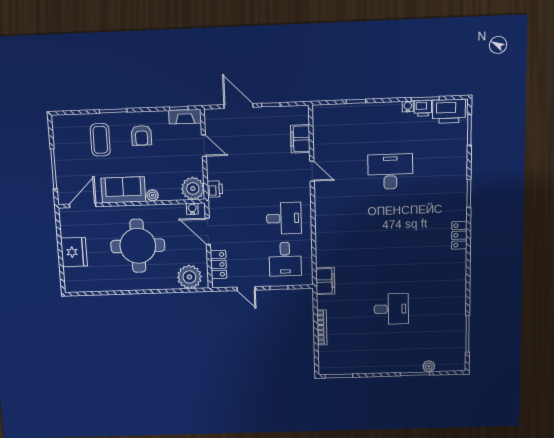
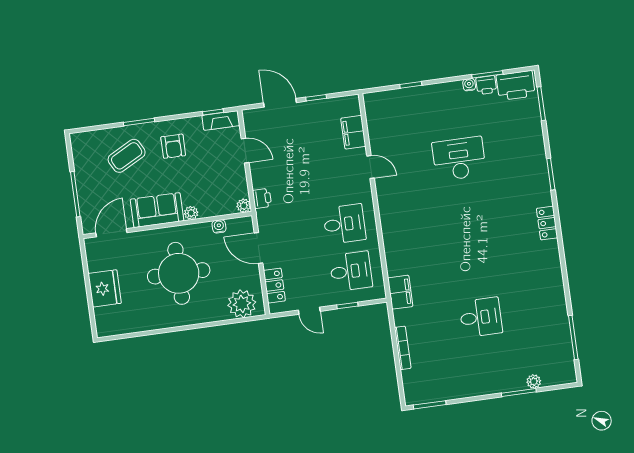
coffee table: (100, 140) -> (127, 156), turned 62
plant: (193, 189) -> (244, 206), width x0.53, depth x0.53
water cooler: (192, 209) -> (219, 226), moved
desk: (285, 259) -> (351, 271), turned -90

